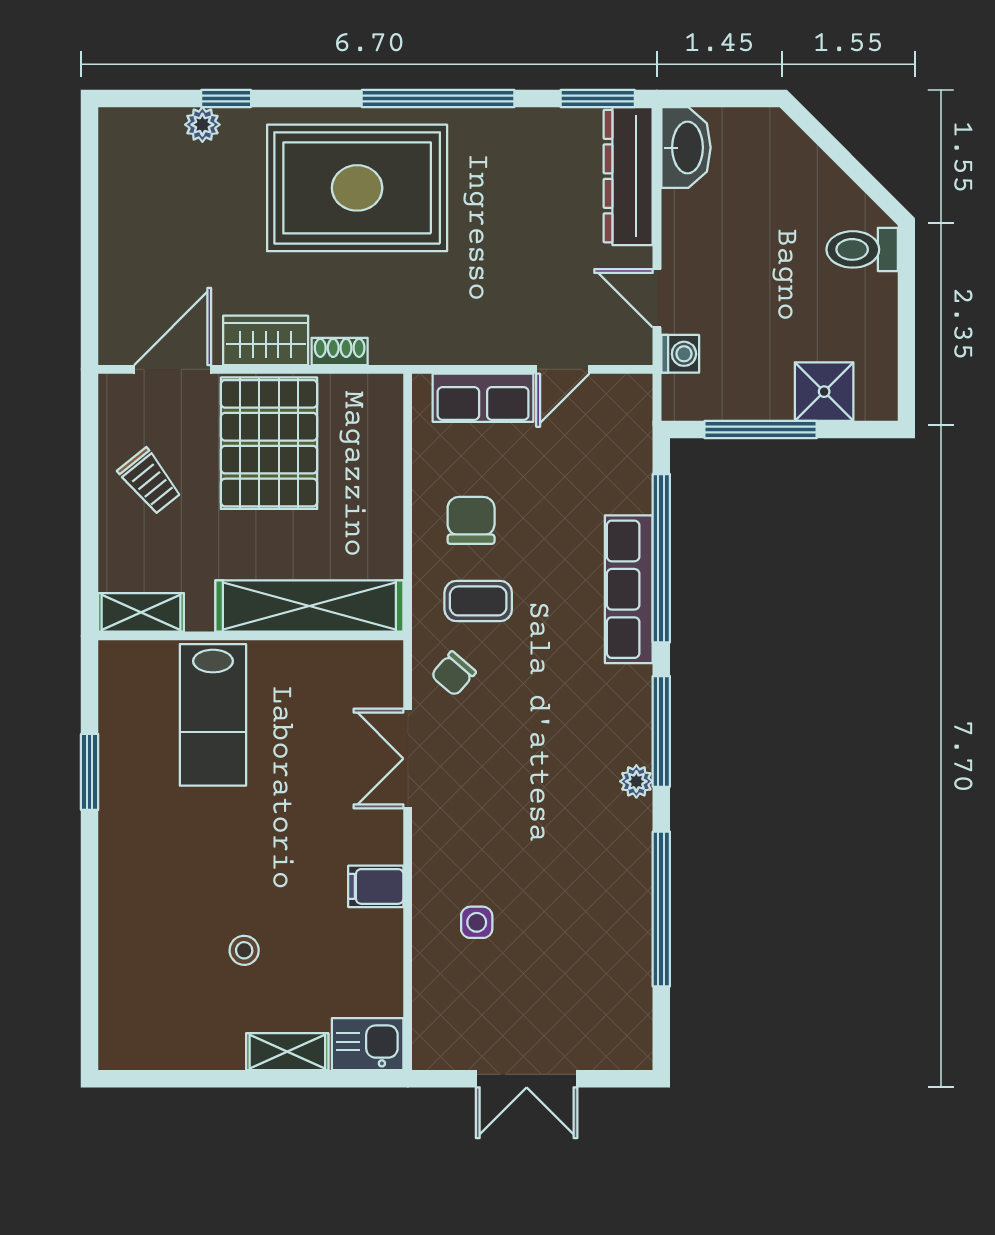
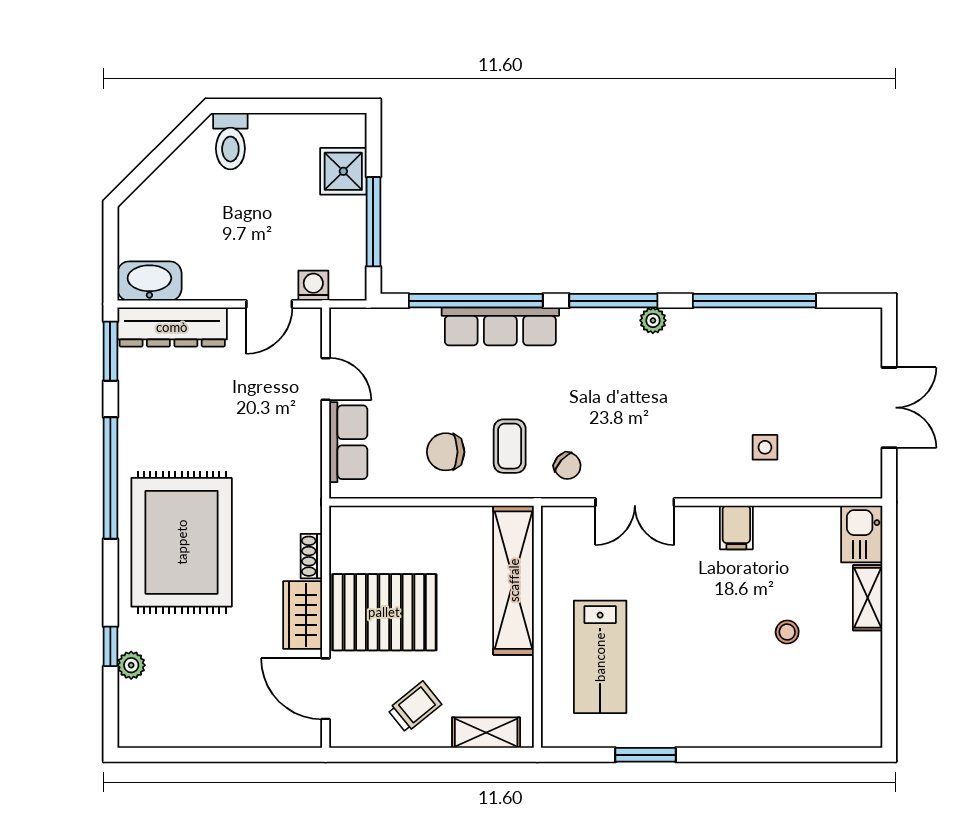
shelving: (141, 612) -> (486, 733), moved, turned 90
lab bench: (213, 715) -> (600, 657), turned 90

